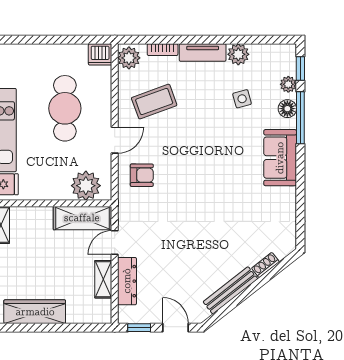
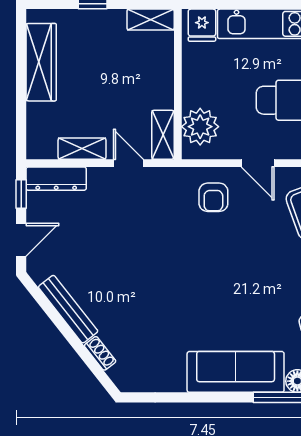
sofa: (280, 158) -> (236, 372), width x1.36
shelving: (82, 218) -> (163, 135), width x0.67, depth x0.75
dresser: (127, 281) -> (56, 179), moved

